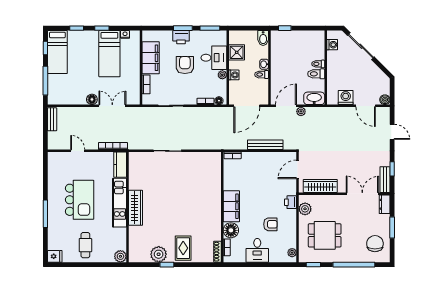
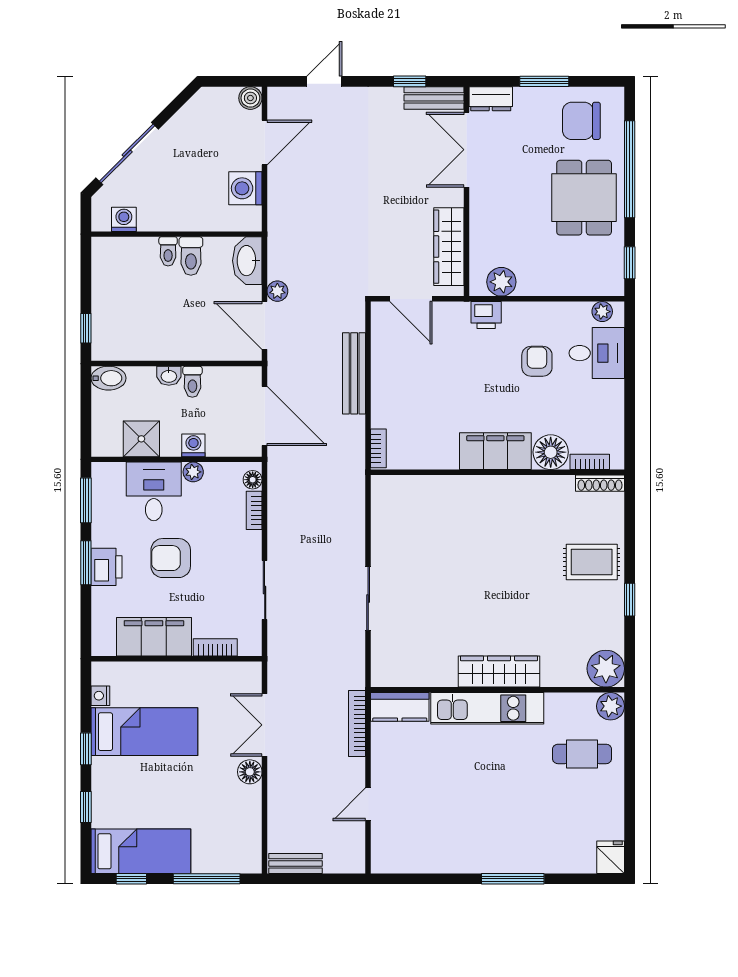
kitchen island: (80, 200) -> (481, 800), removed
dining table: (325, 235) -> (584, 198), moved
cafe table: (85, 245) -> (582, 754), moved
desk: (257, 250) -> (597, 353), moved
plant: (159, 254) -> (606, 669), moved

